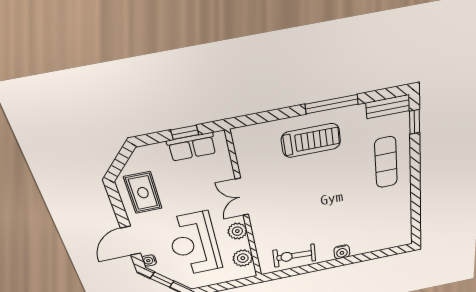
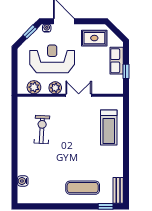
window: (332, 104) -> (126, 157), removed
treadmill: (311, 141) -> (109, 128), moved
row of seats: (192, 147) -> (117, 61), moved
water cooler: (342, 252) -> (23, 181), moved
exercise bike: (294, 256) -> (42, 129), moved

